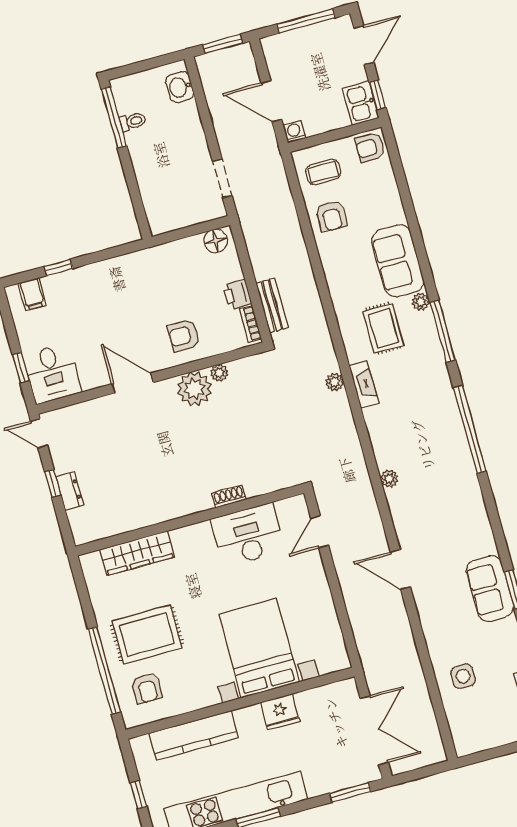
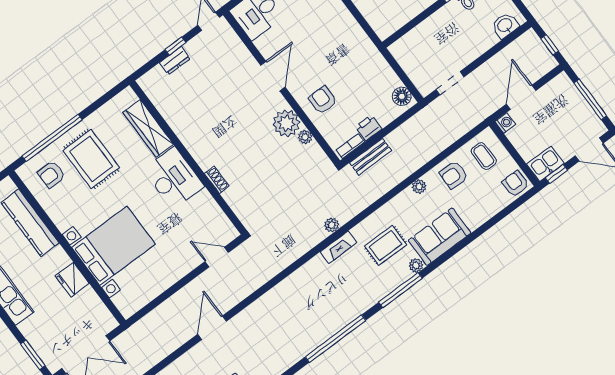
window: (223, 44) -> (550, 45), width x0.67
plant: (389, 479) -> (419, 187), moved
desk: (248, 535) -> (174, 178), moved

